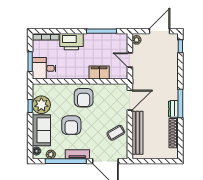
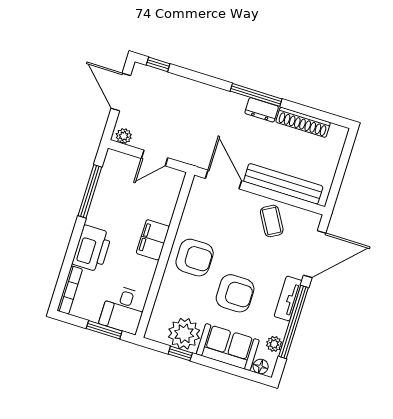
filing cabinet: (99, 73) -> (153, 240), moved

